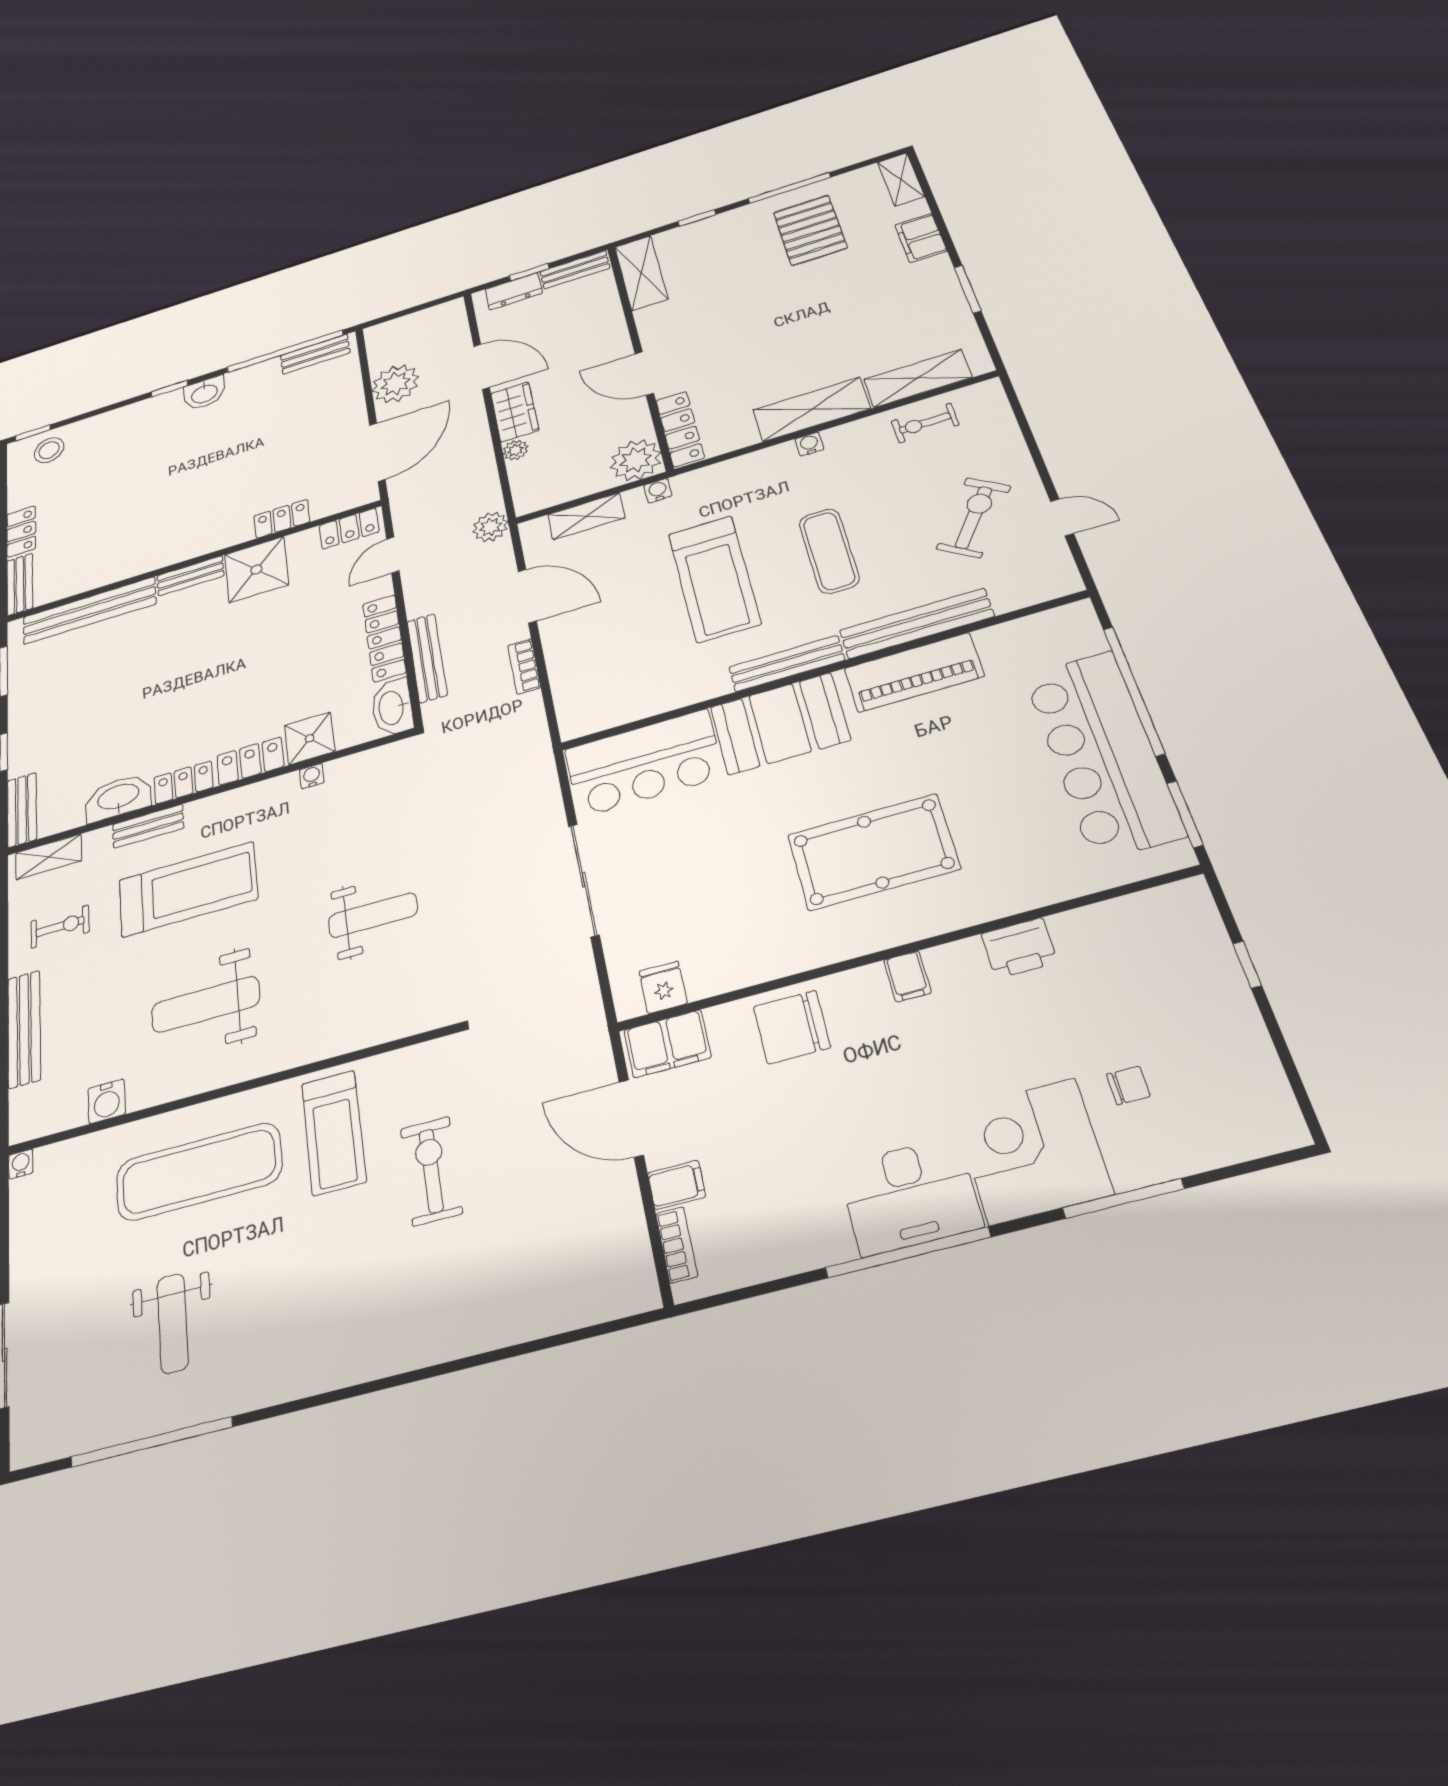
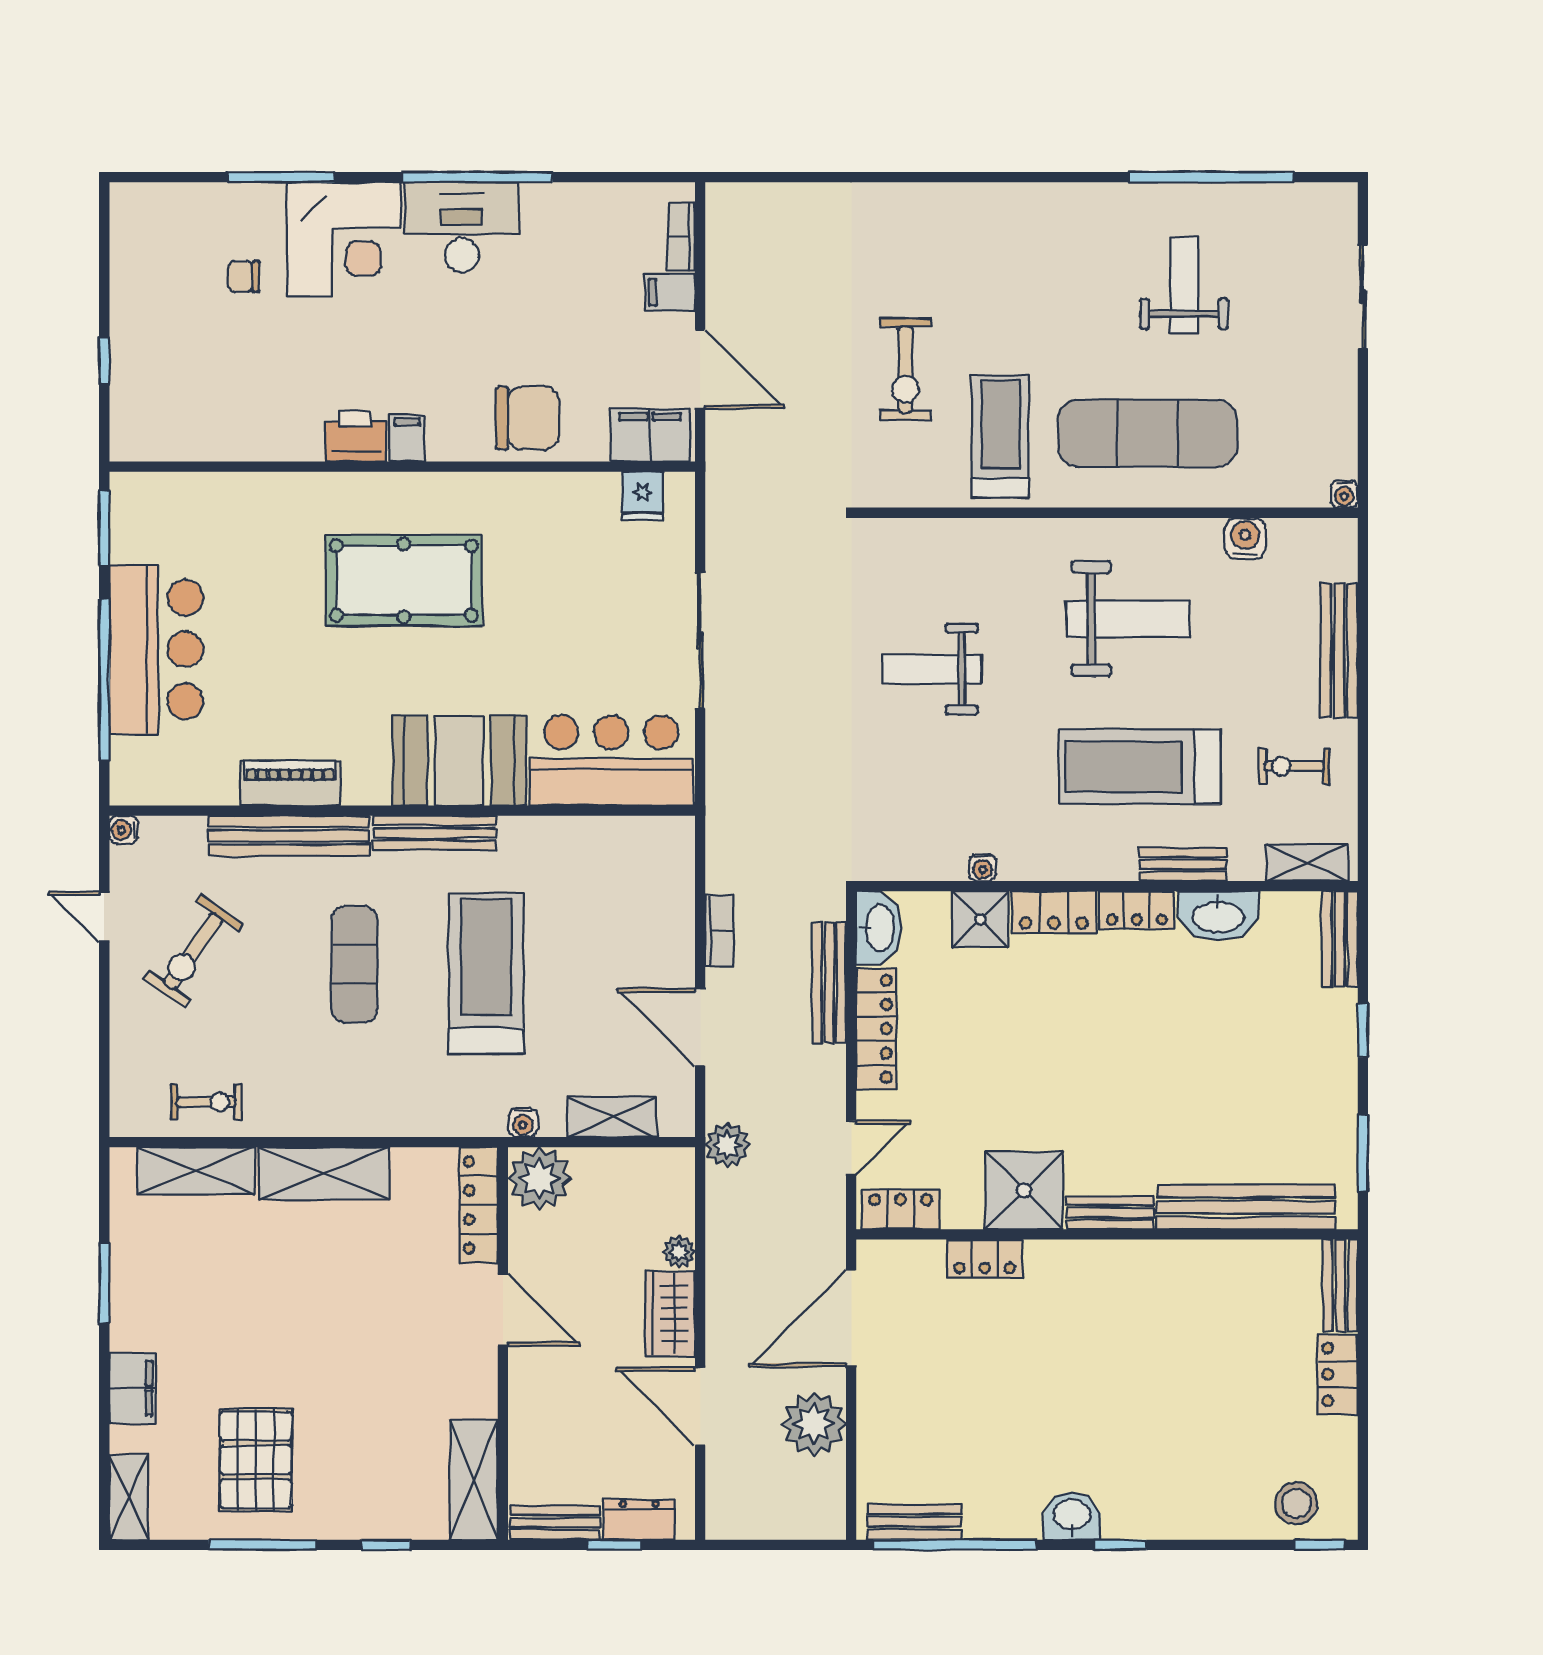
water cooler: (809, 444) -> (124, 830), moved, turned 90
piano: (914, 672) -> (290, 783), width x0.73, depth x0.75
bar counter: (1103, 753) -> (156, 649), width x0.73
printer: (1019, 948) -> (355, 436), moved

